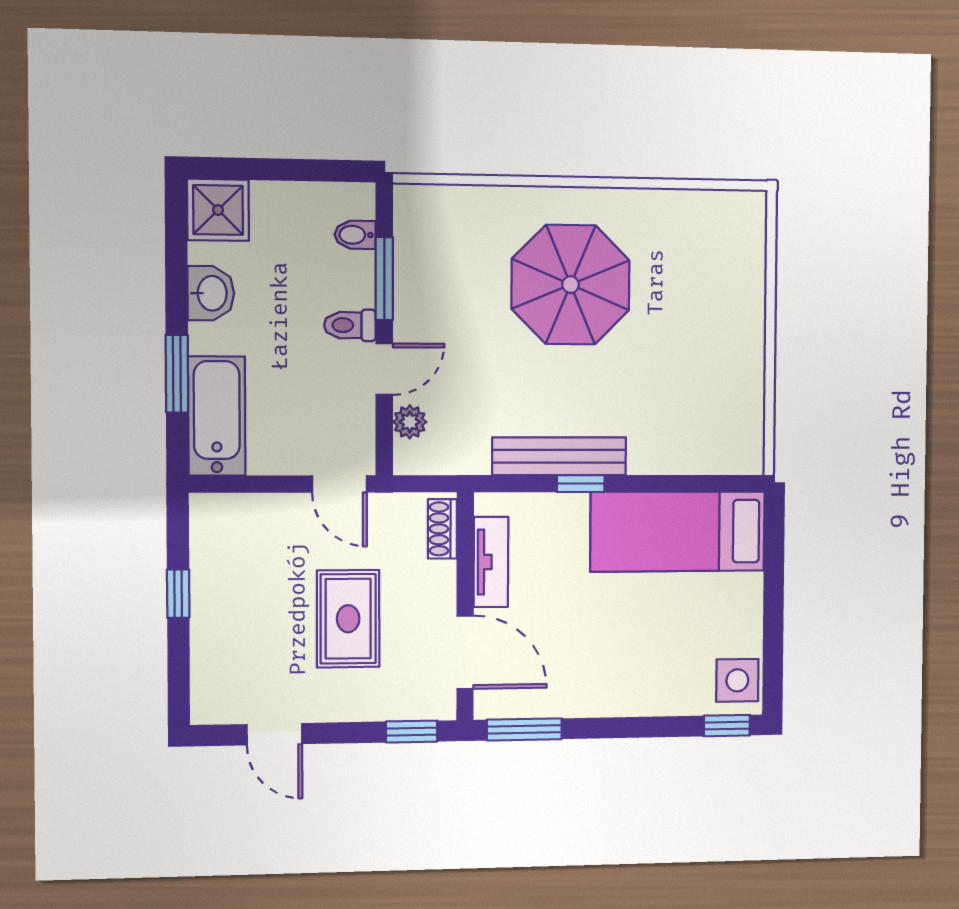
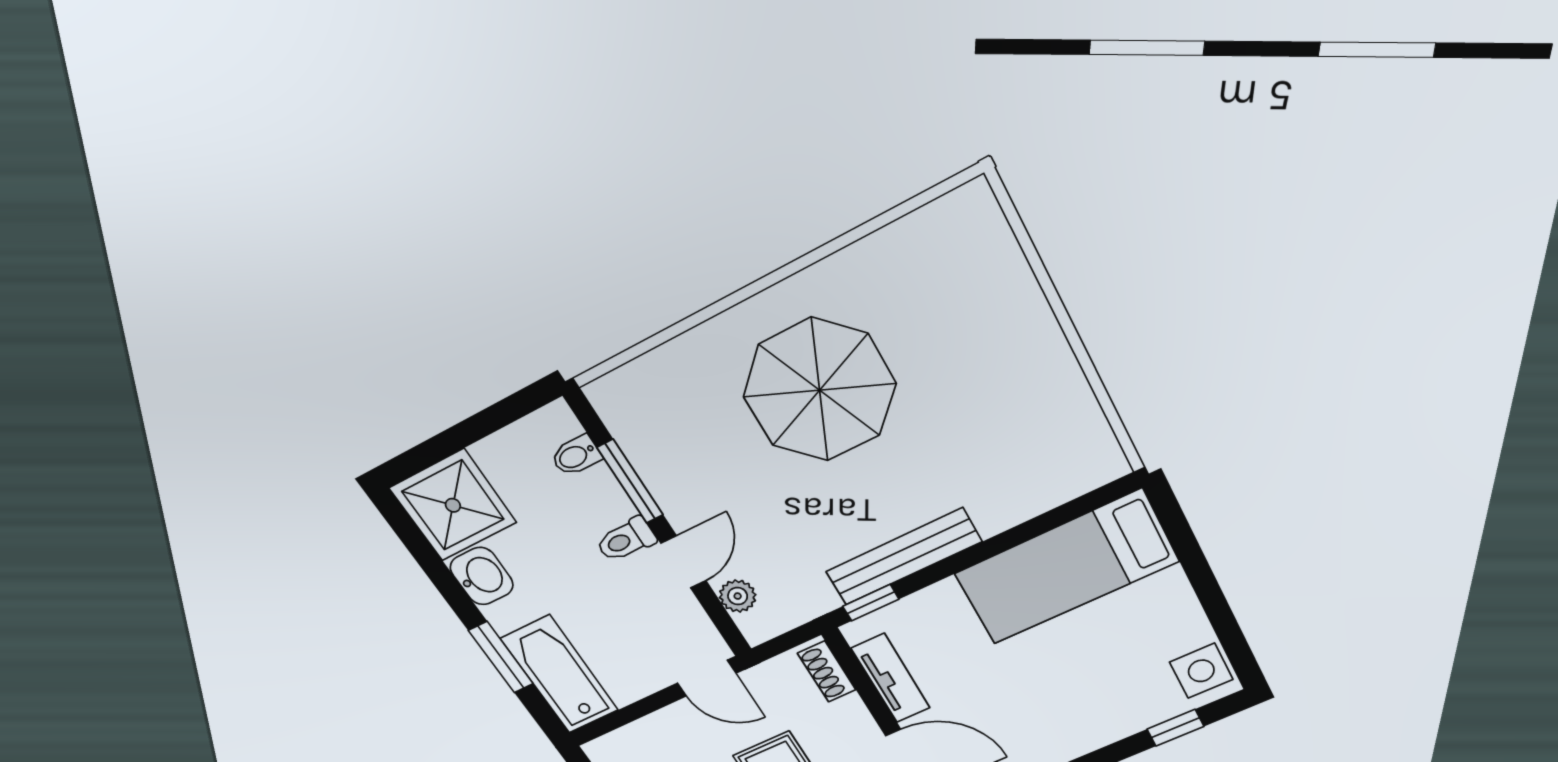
shower: (218, 210) -> (453, 505), width x1.36, depth x1.36
window: (581, 484) -> (871, 603), moved
window: (727, 726) -> (1175, 728), moved

